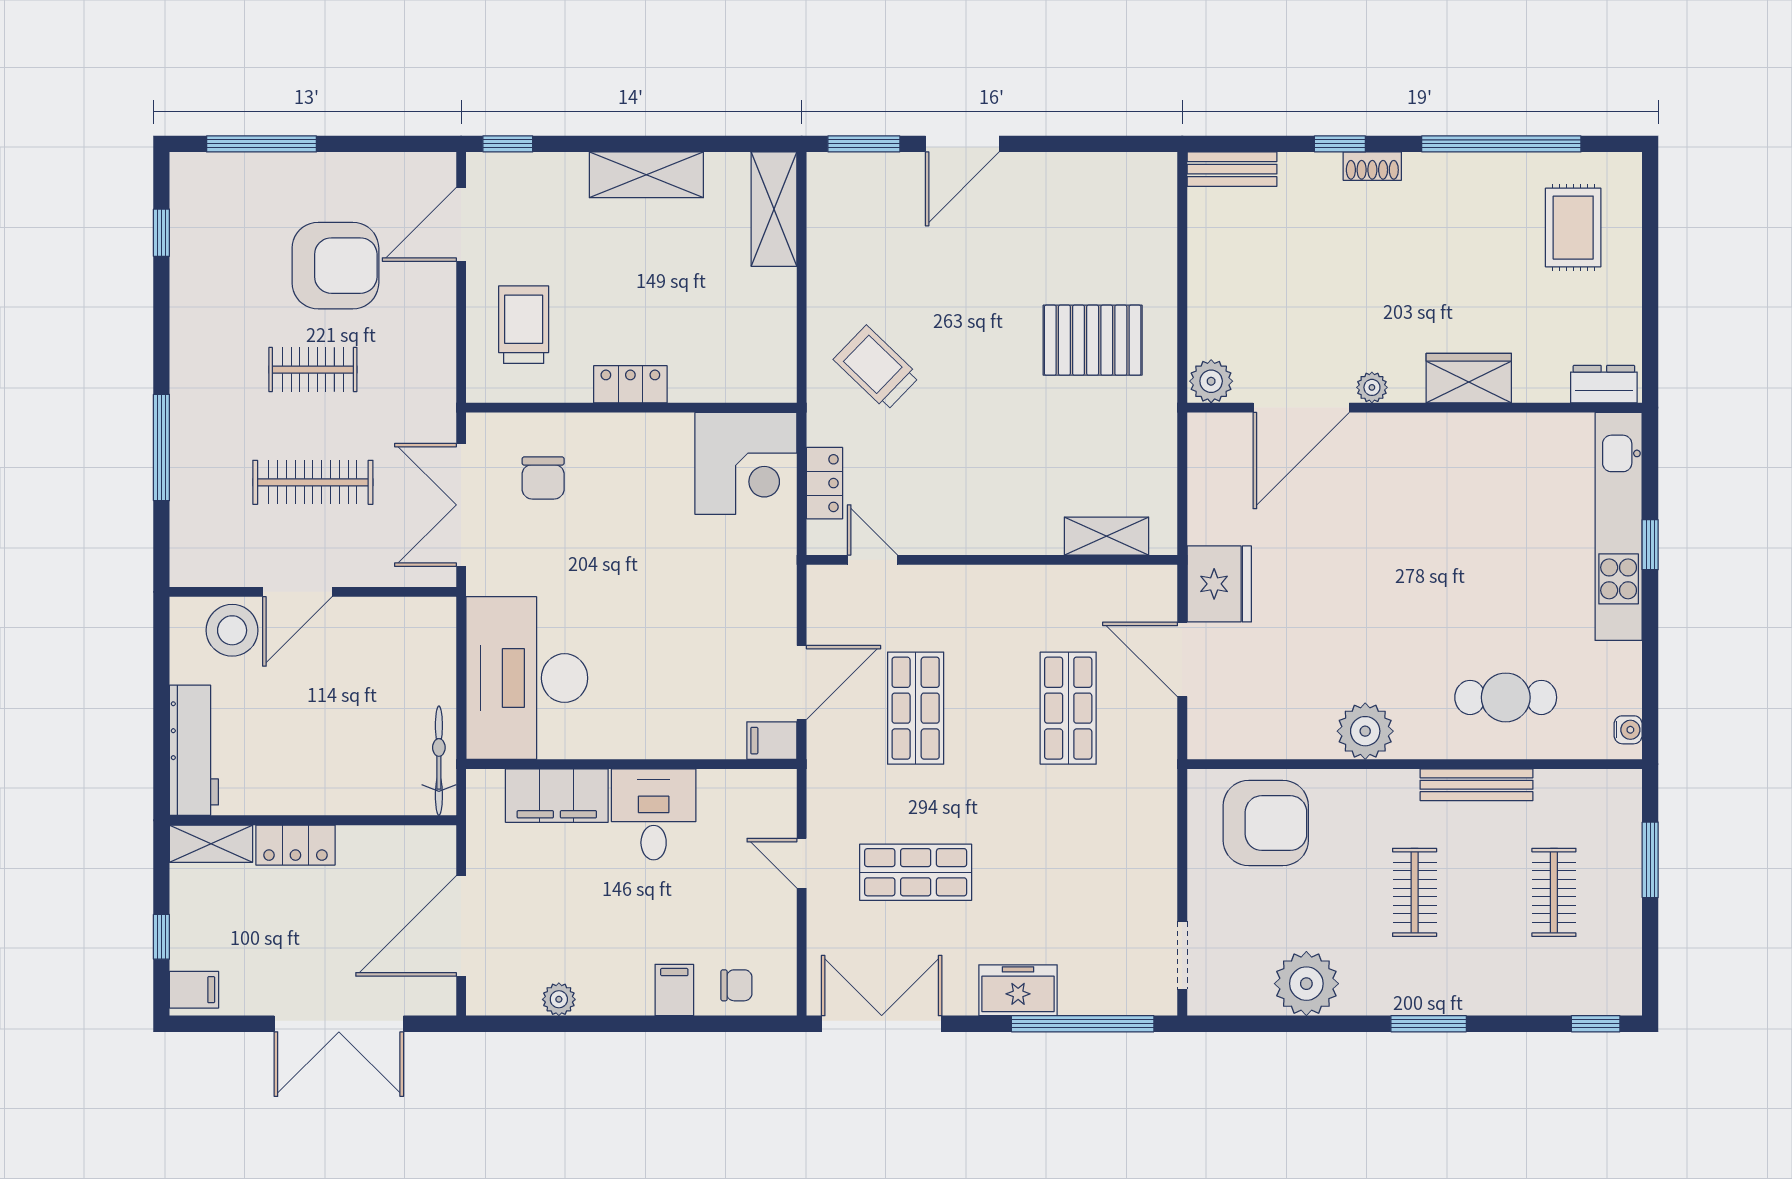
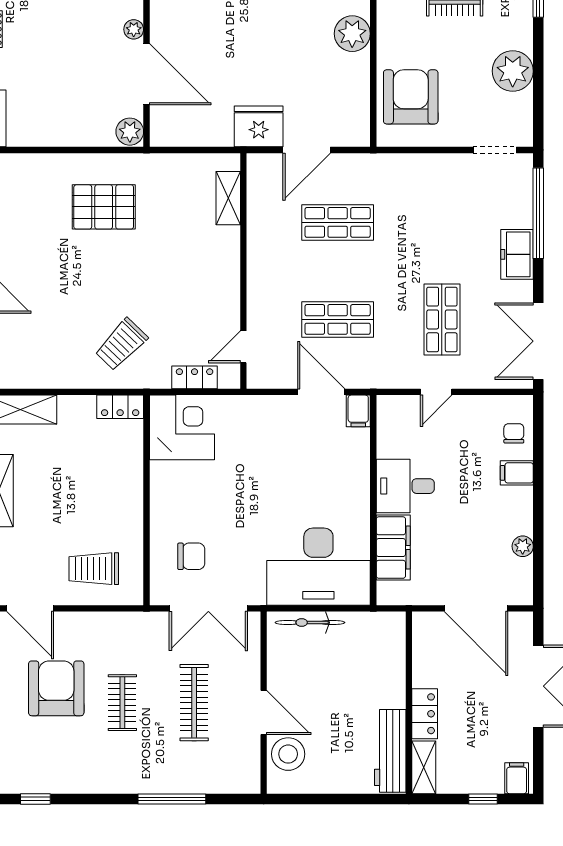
pallet: (1093, 340) -> (104, 207), turned 90
locker: (630, 384) -> (120, 407), moved, turned -90
workbench: (194, 750) -> (390, 751), moved, turned -90
bicycle: (439, 761) -> (310, 623), moved

